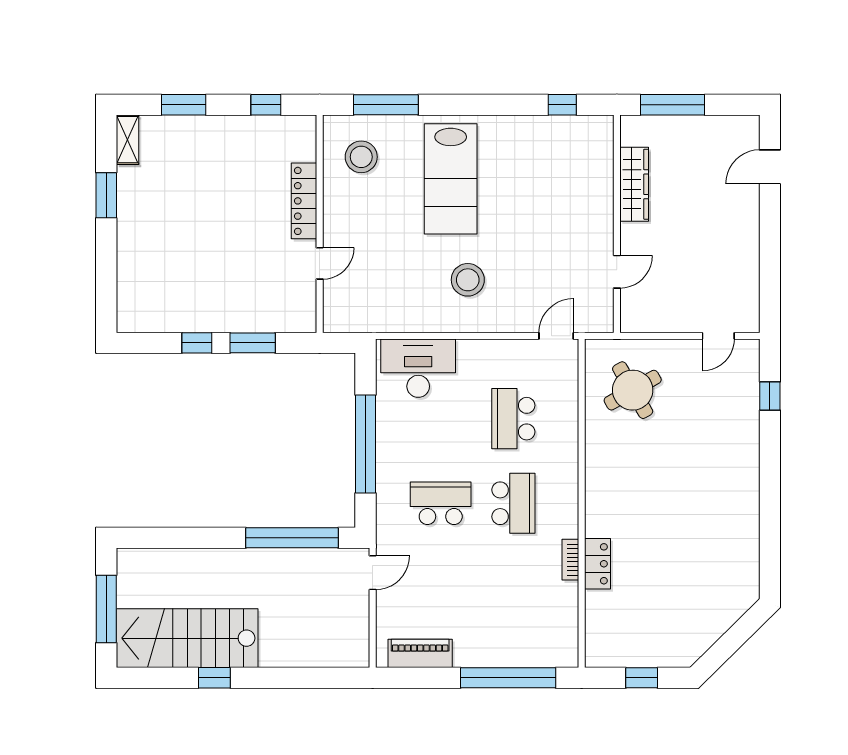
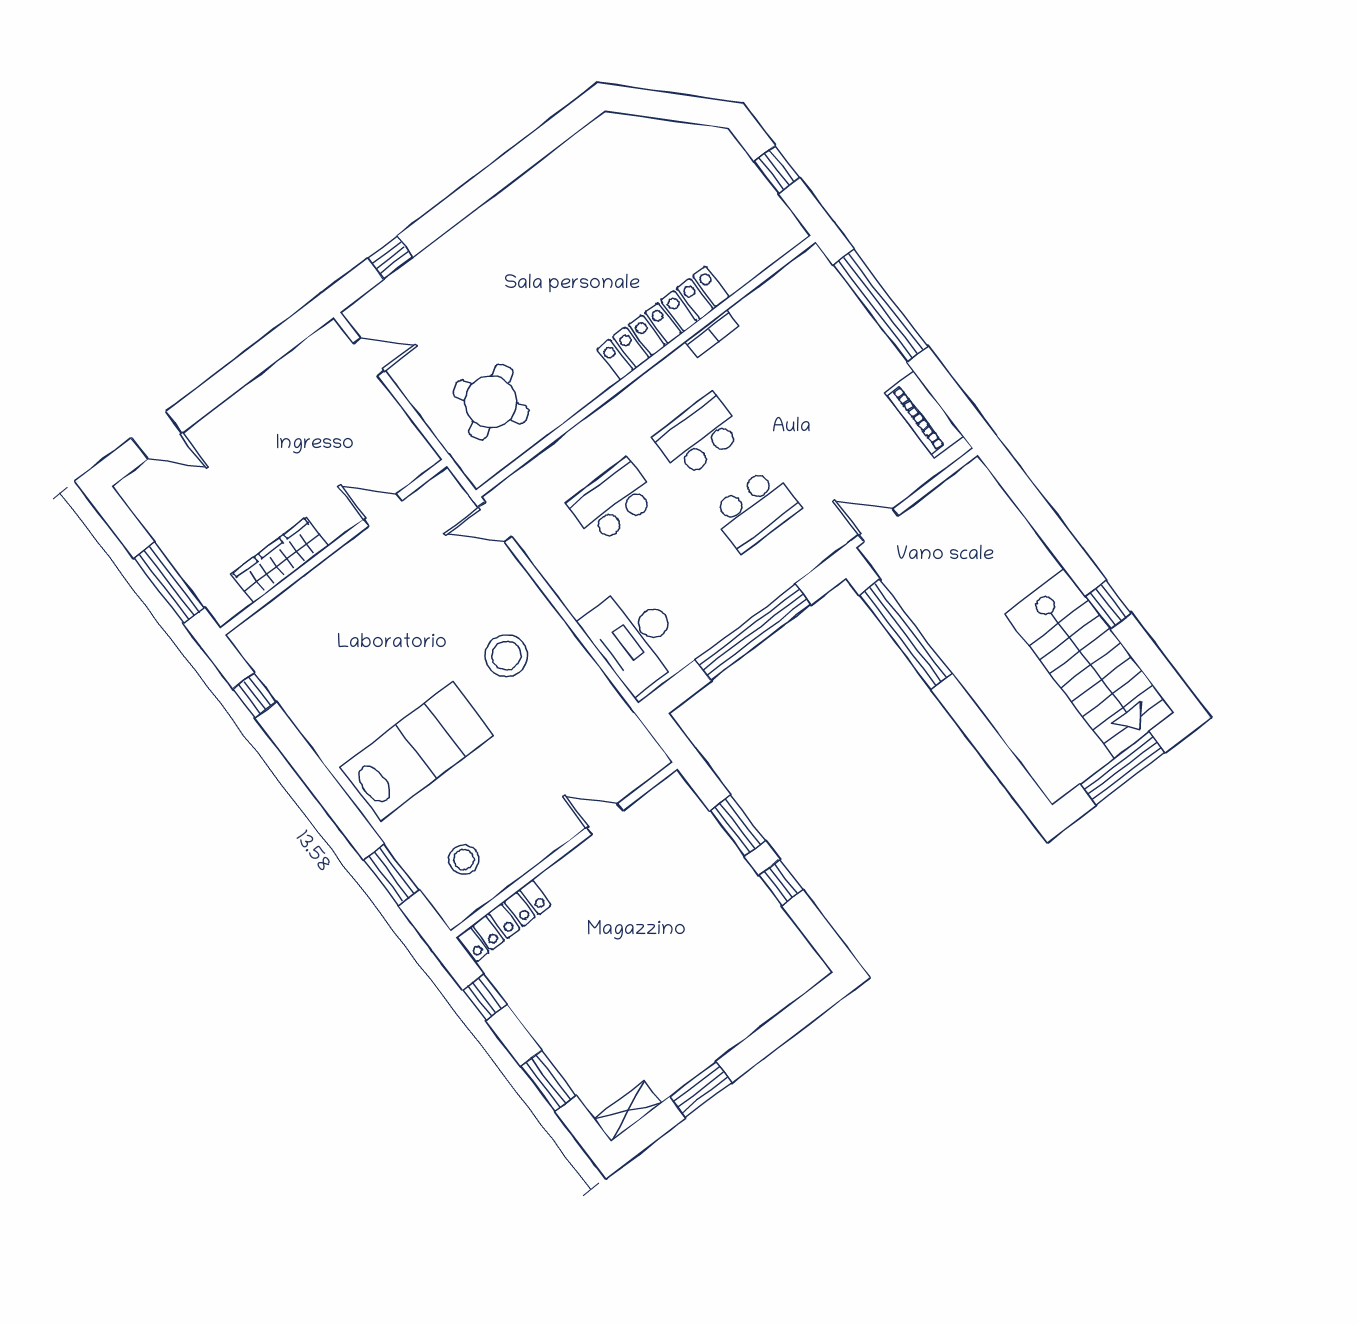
window: (386, 105) -> (392, 875), width x0.69
stool: (361, 157) -> (464, 859), width x0.73, depth x0.73
locker: (304, 201) -> (504, 921), moved
school desk: (513, 419) -> (612, 501), turned 180
school desk: (441, 503) -> (755, 510), turned -90
locker: (597, 564) -> (663, 323), width x2.16, depth x1.21

